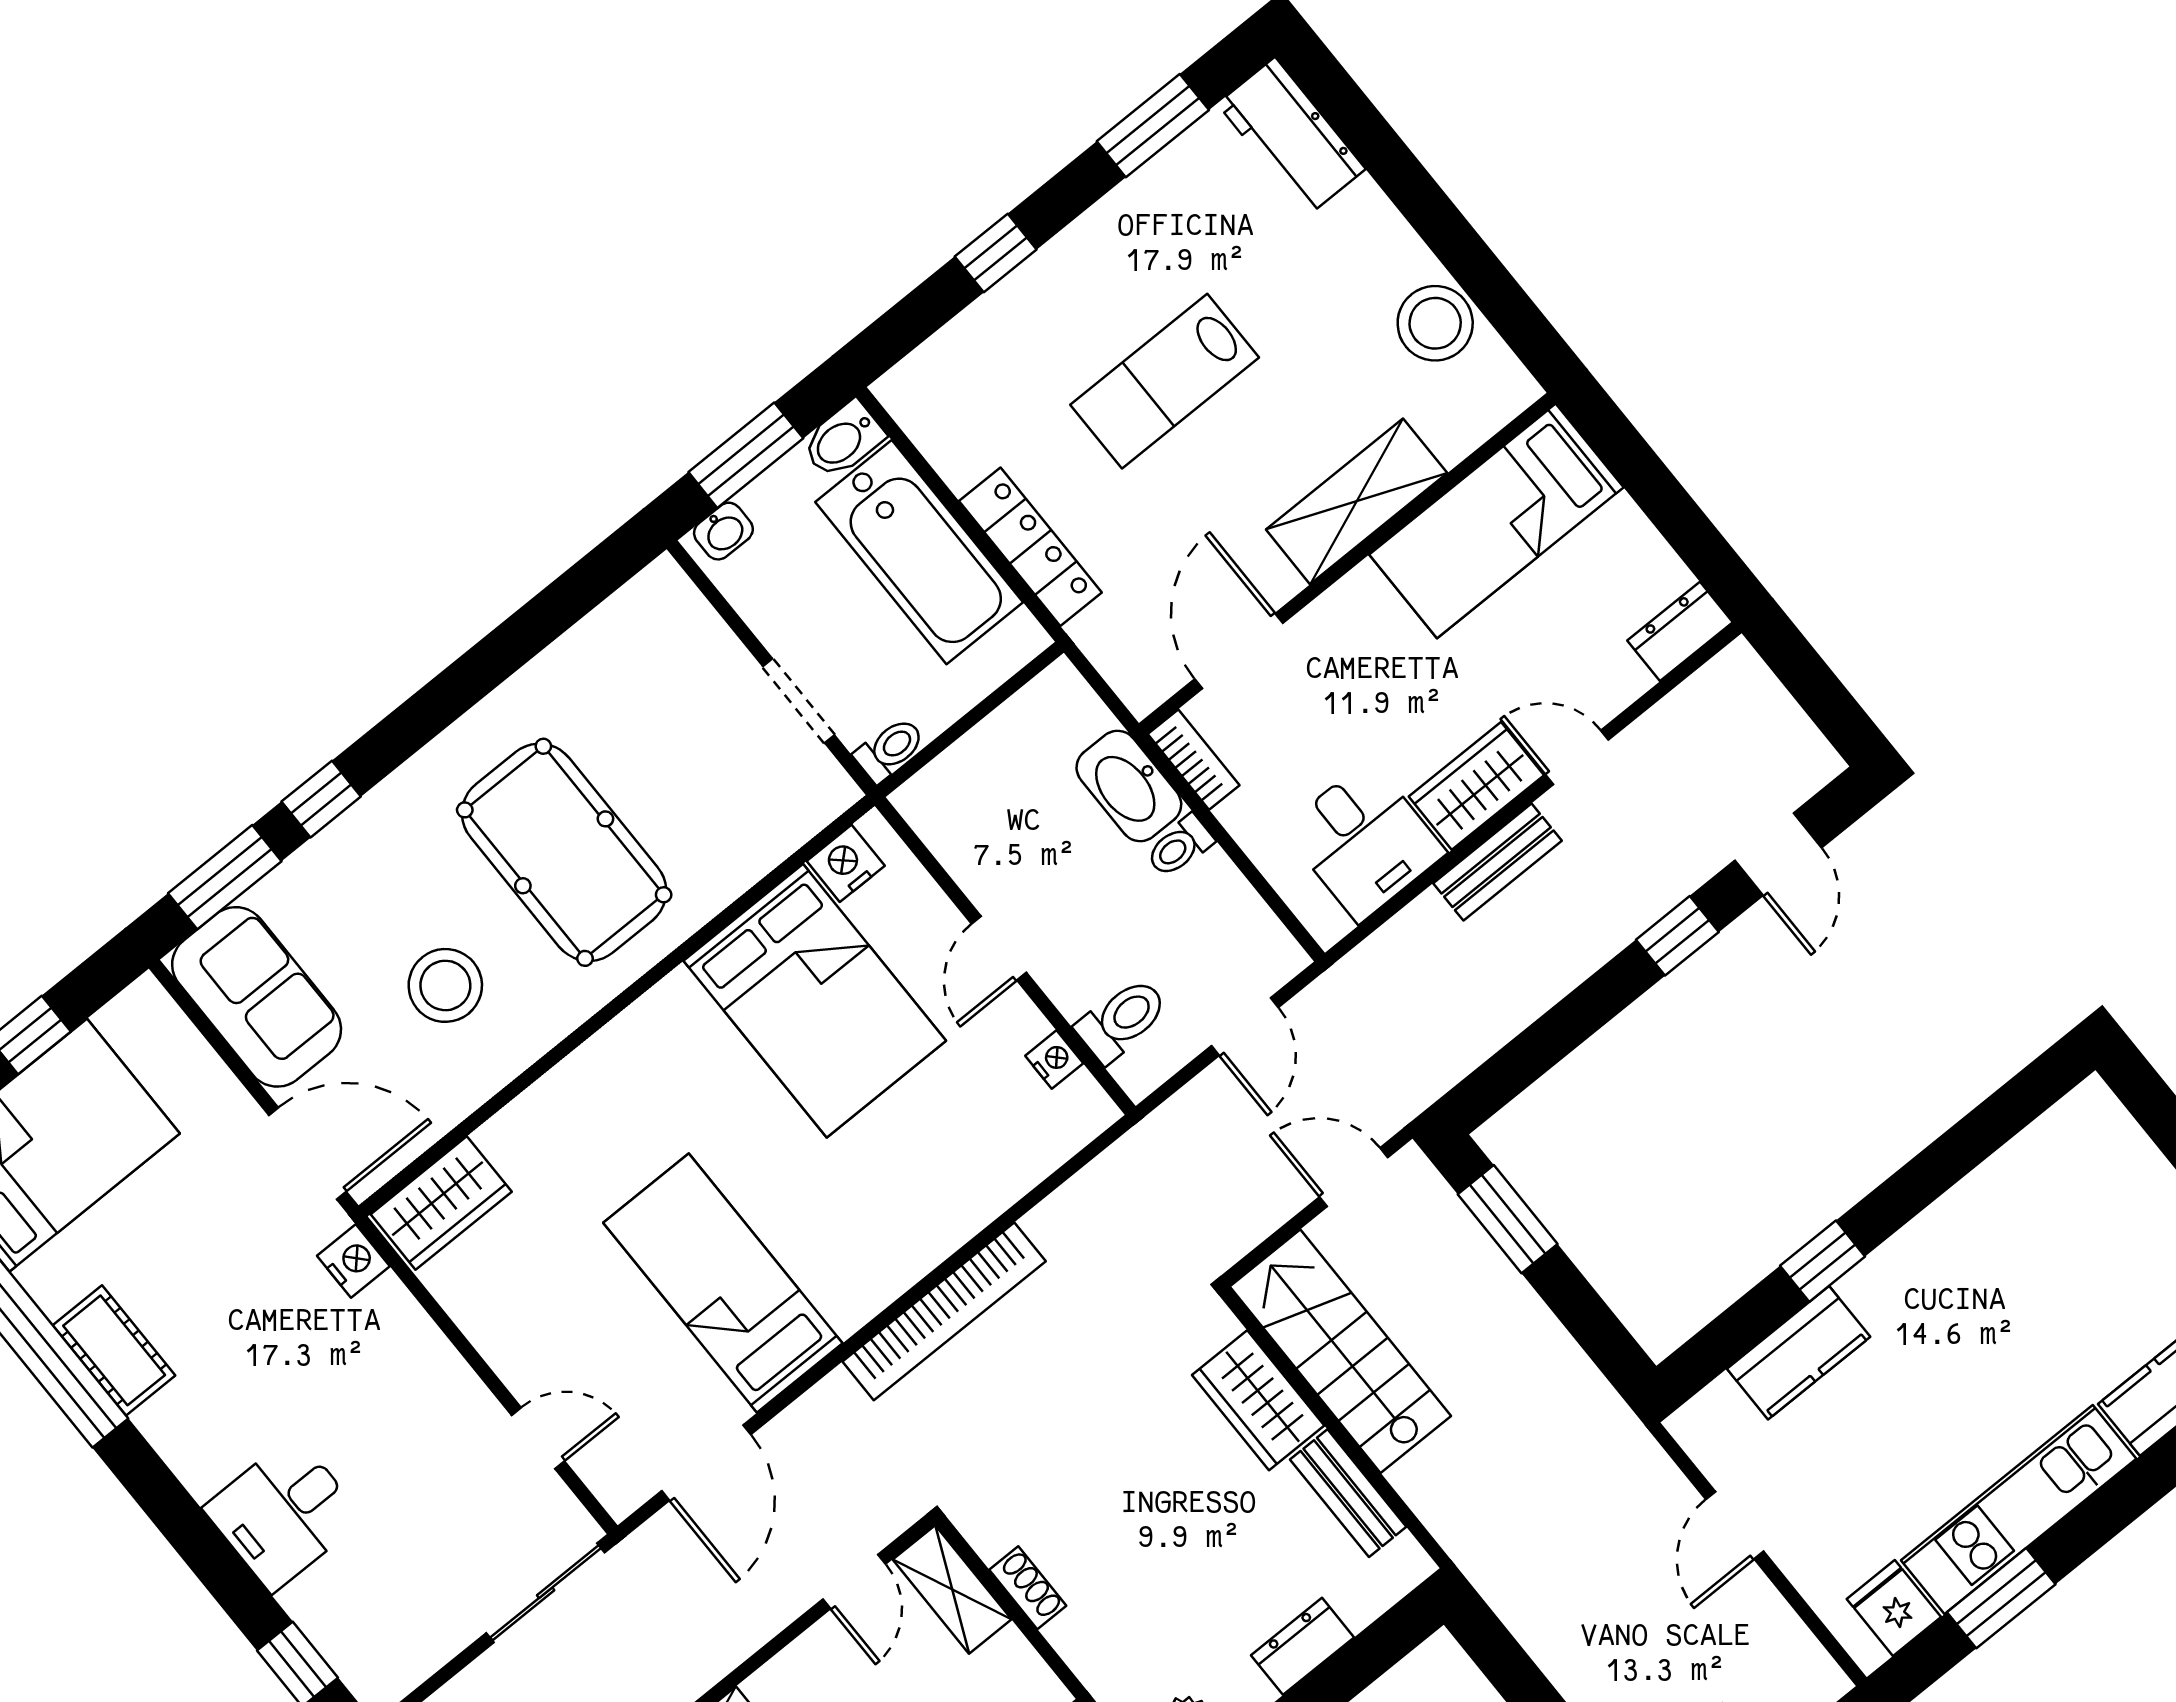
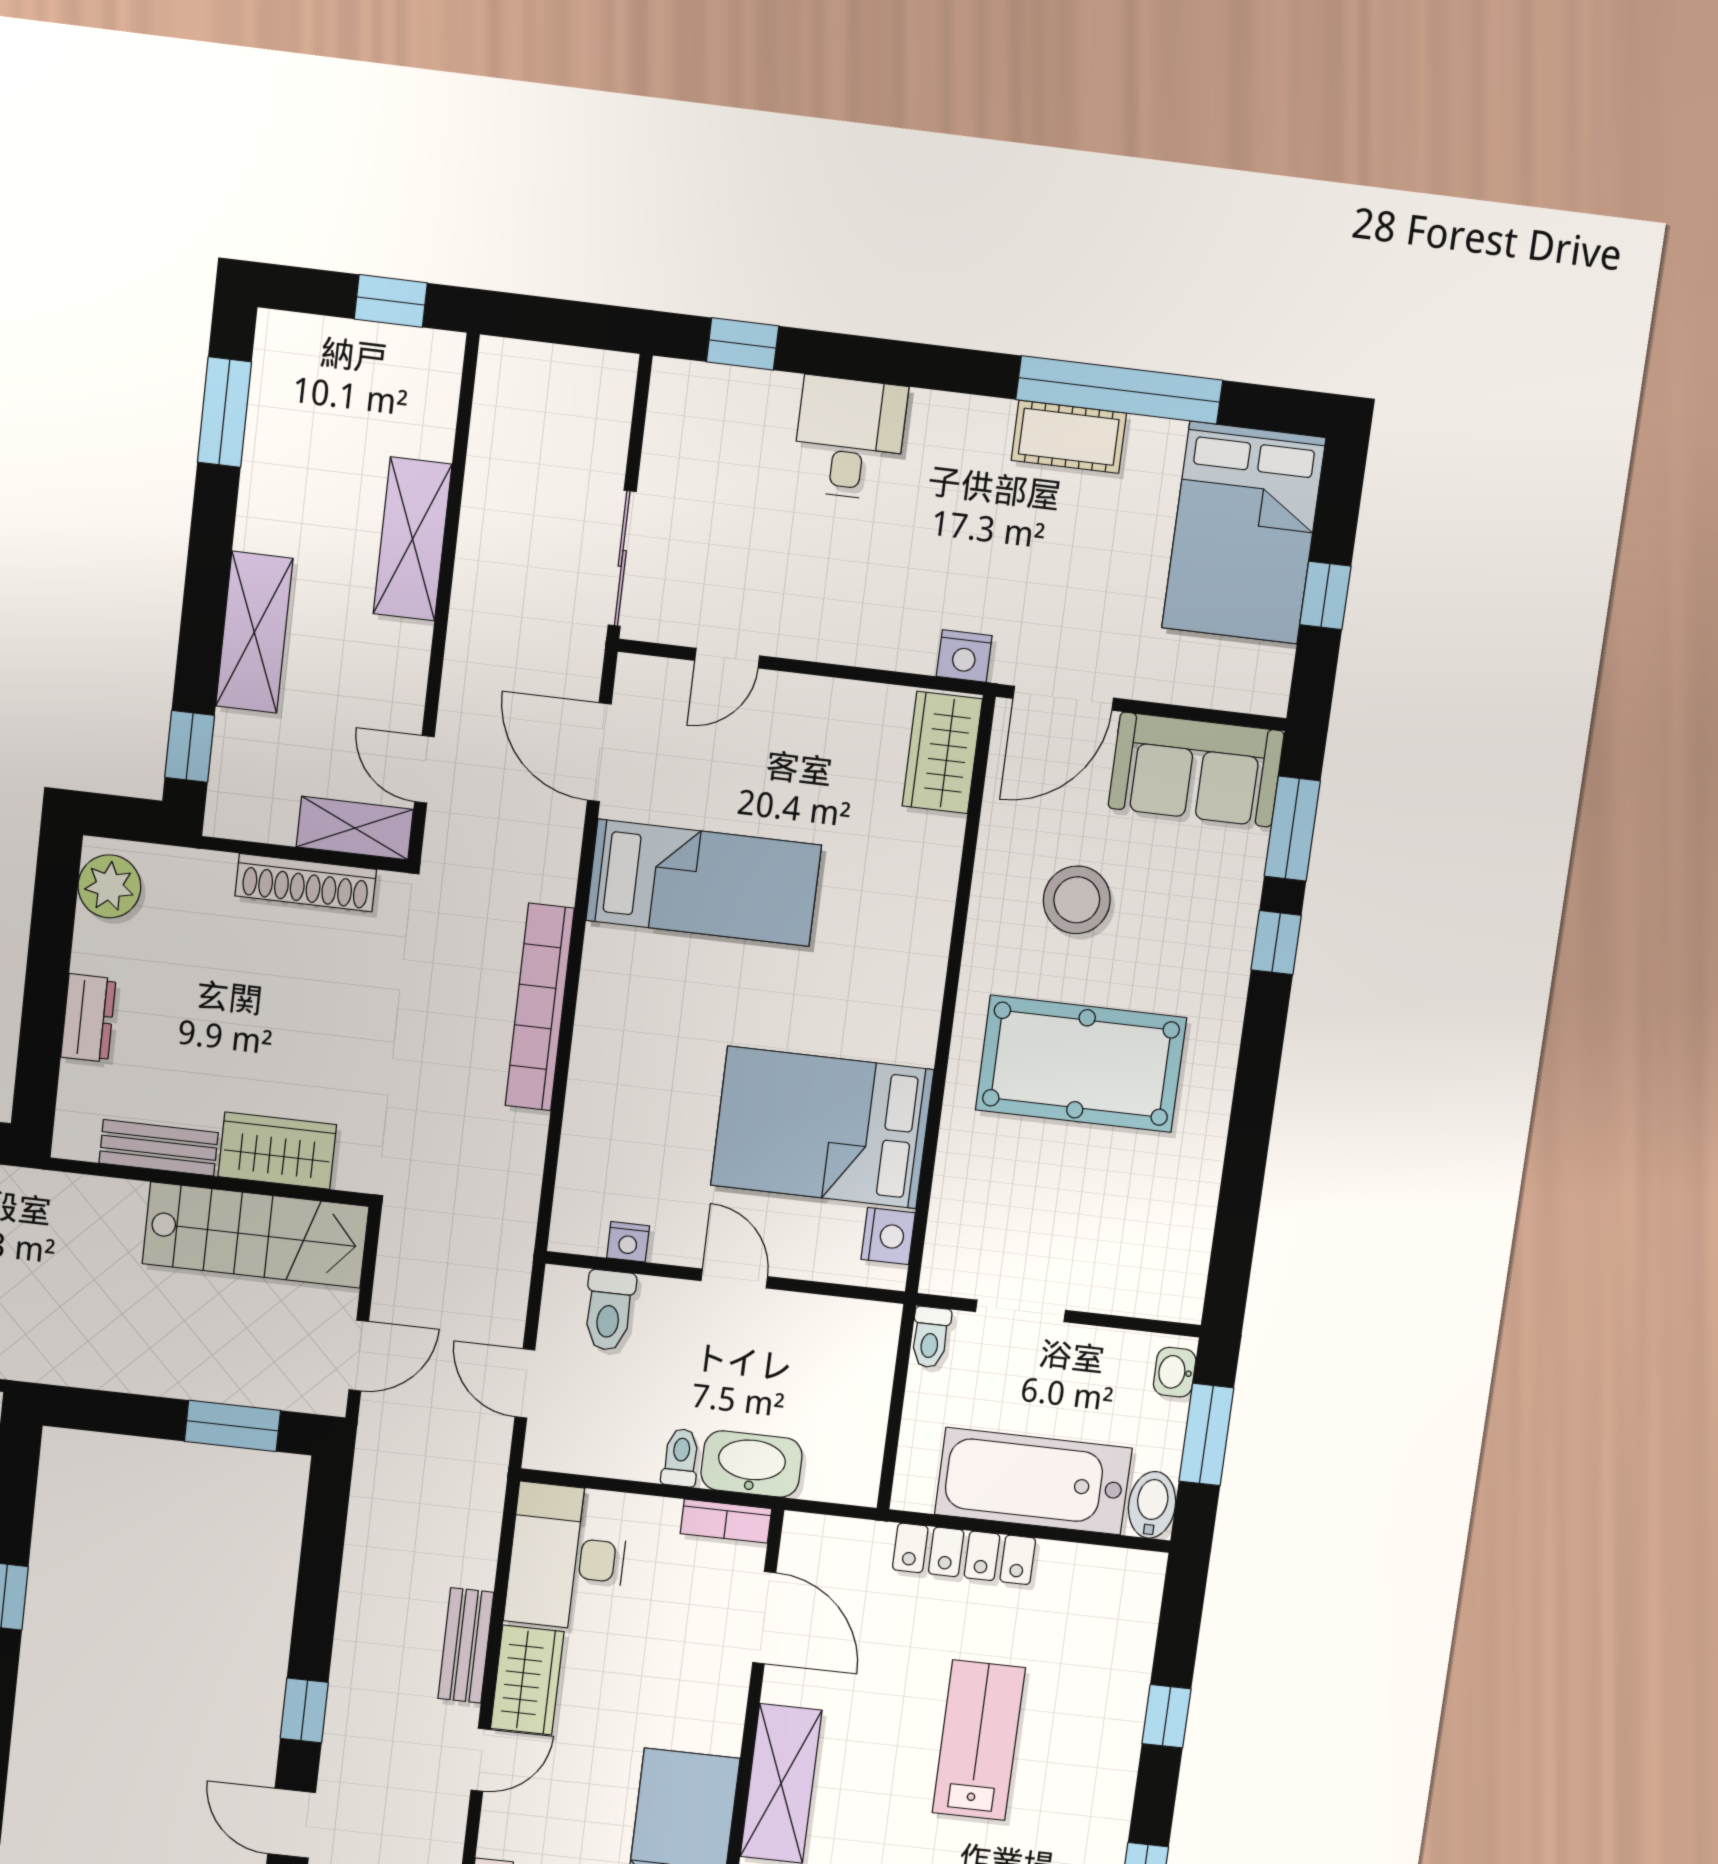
desk: (1364, 841) -> (567, 1557), width x1.37
shoe rack: (1028, 1588) -> (306, 883), width x1.94, depth x1.24

